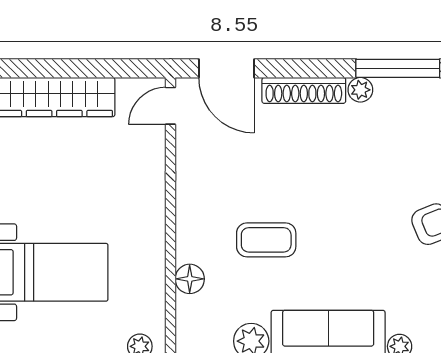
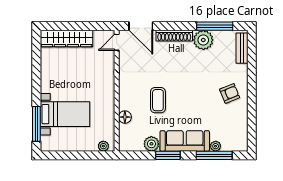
plant: (360, 90) -> (203, 40), width x1.88, depth x1.88
coffee table: (266, 240) -> (158, 100), turned 90

